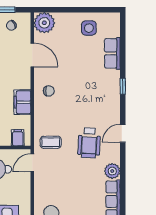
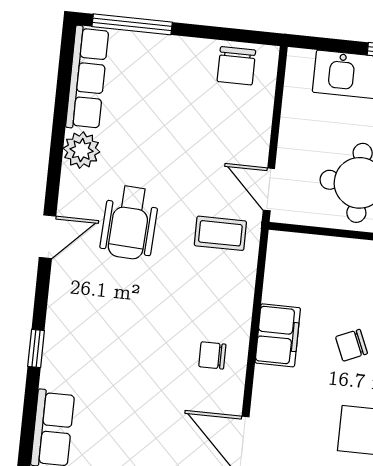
filing cabinet: (18, 138) -> (297, 252), removed
wheelchair: (89, 143) -> (130, 222), turned 180
door: (32, 163) -> (269, 189), swing flipped

